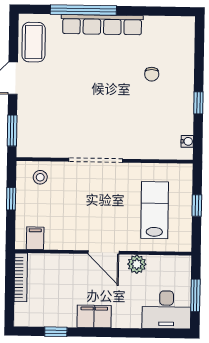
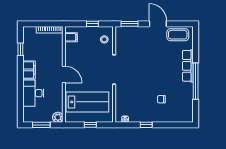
window: (83, 10) -> (196, 81), moved
row of seats: (102, 25) -> (188, 66), width x0.73
lab bench: (155, 210) -> (87, 102), width x1.36, depth x1.39
door: (103, 252) -> (64, 75), swing flipped
plant: (137, 264) -> (58, 117), moved
desk: (166, 310) -> (33, 93), moved

